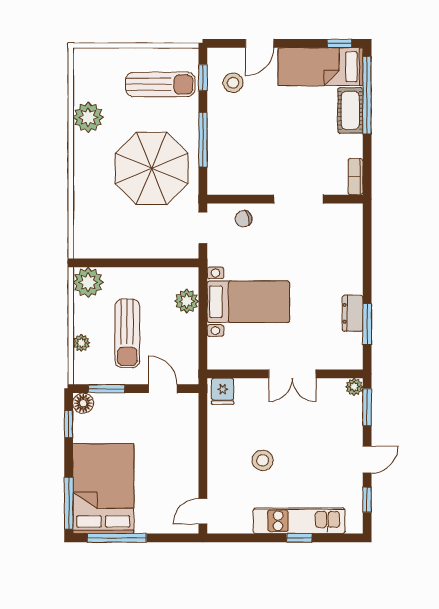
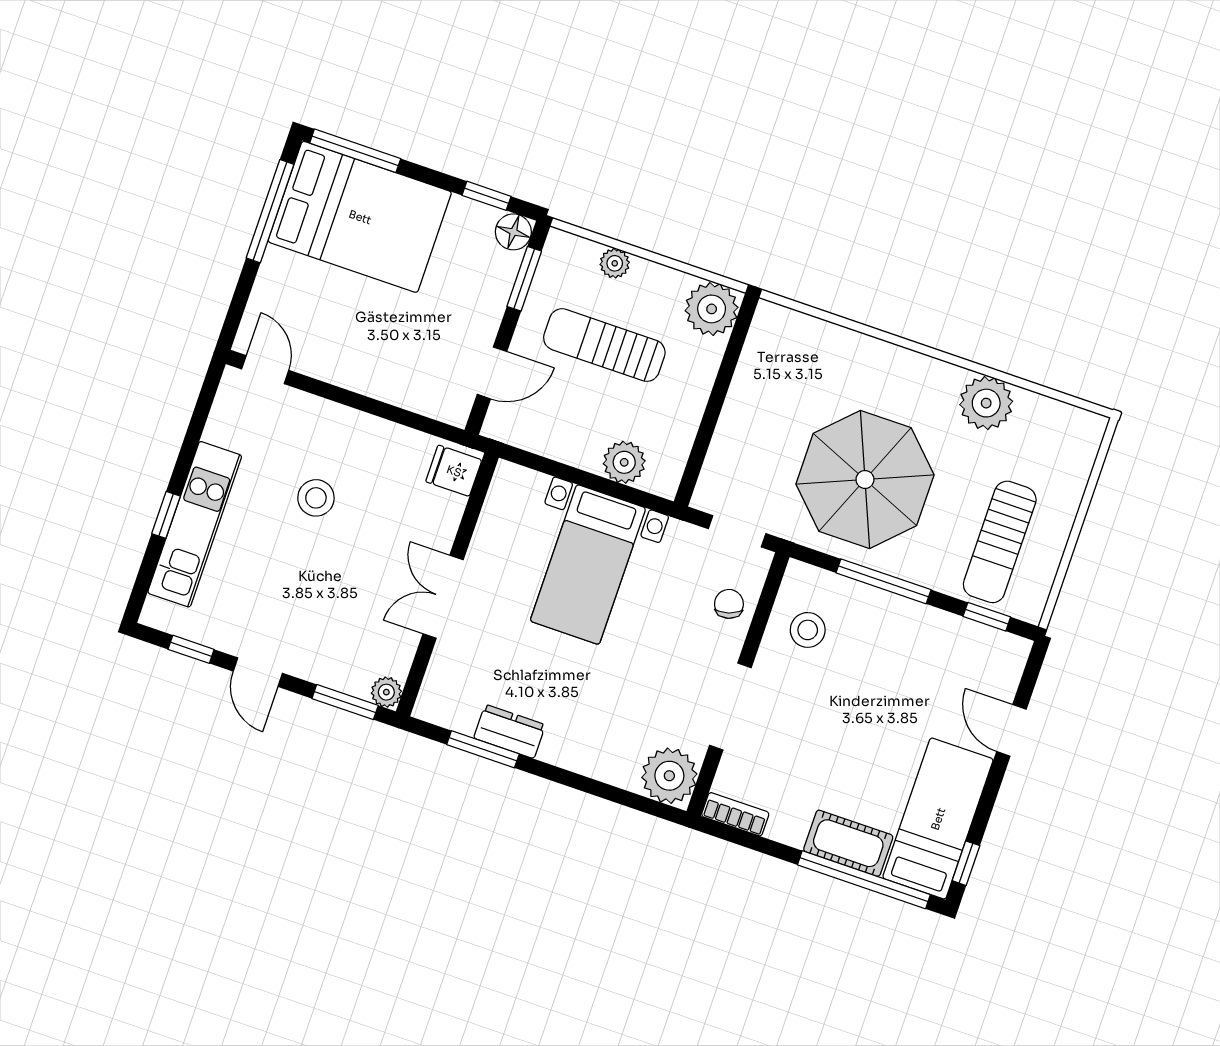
stool: (233, 83) -> (808, 630), moved
plant: (347, 219) -> (669, 776), added

